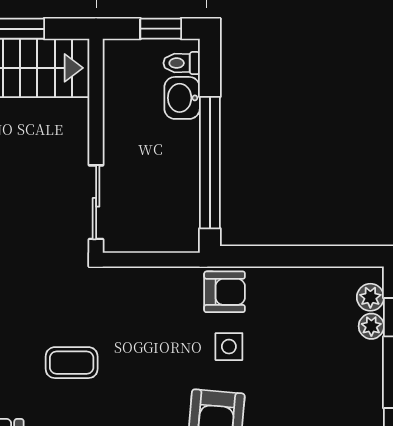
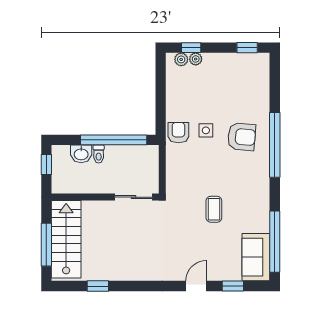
toilet: (182, 63) -> (99, 154), moved

